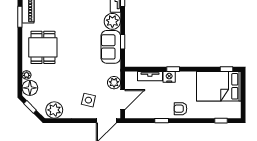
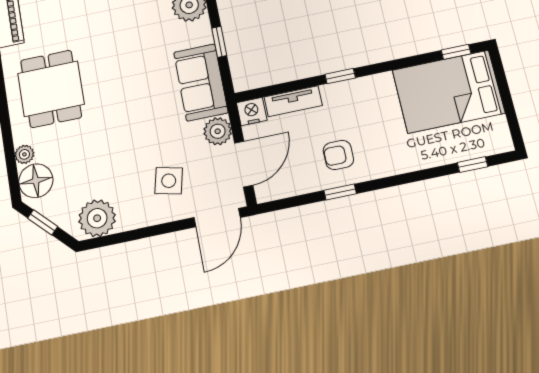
sofa: (111, 47) -> (201, 82), moved
nightstand: (169, 77) -> (252, 111), moved
armchair: (181, 109) -> (338, 155), moved

